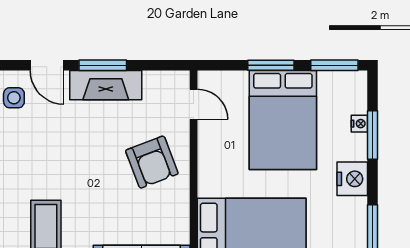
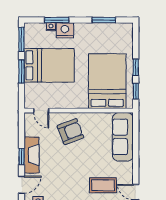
window: (103, 65) -> (21, 156), width x0.67
door: (194, 104) -> (41, 111), swing flipped
nightstand: (352, 179) -> (65, 30), moved

